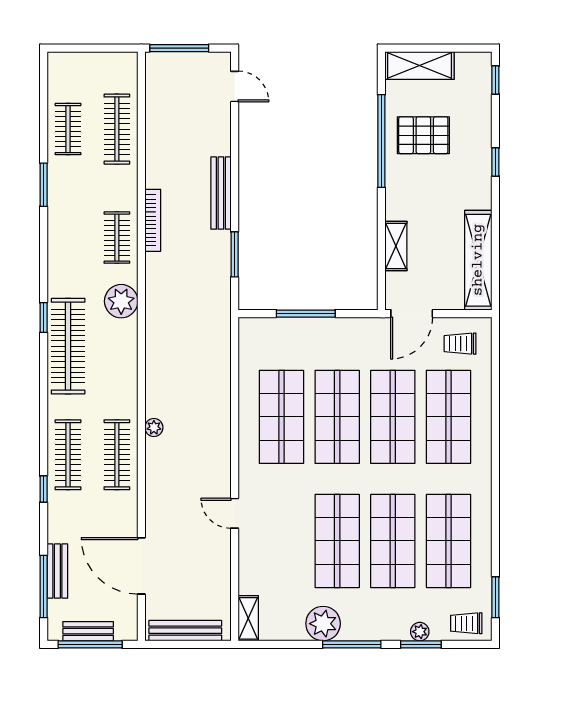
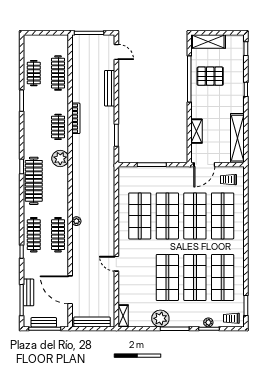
bench: (221, 193) -> (110, 88), moved

